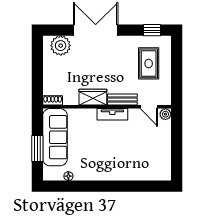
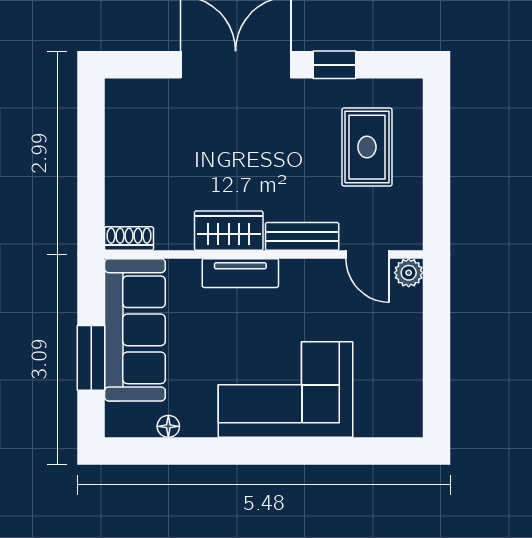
window: (152, 30) -> (335, 65), moved
plant: (61, 46) -> (149, 103), removed
tv unit: (112, 114) -> (240, 273), moved
corner sofa: (116, 161) -> (285, 389), added

